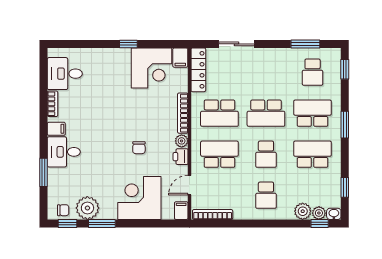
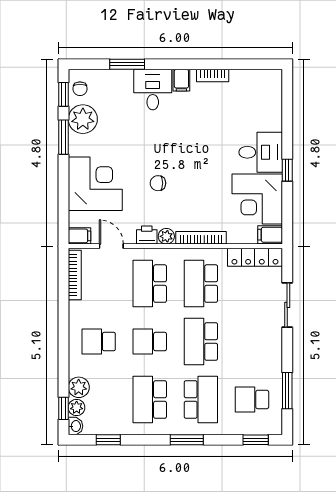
desk: (65, 74) -> (261, 152), moved, turned 90
school desk: (219, 154) -> (150, 284), turned 180
school desk: (313, 154) -> (150, 399), turned 180

